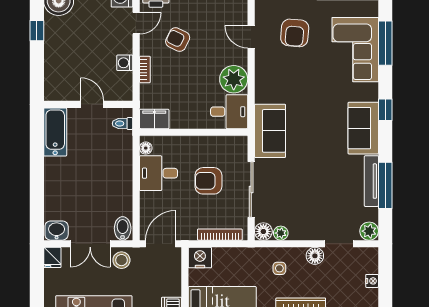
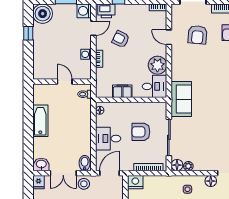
filing cabinet: (154, 119) -> (122, 91), moved
bathtub: (55, 132) -> (40, 121), moved
desk: (159, 173) -> (108, 139), moved

